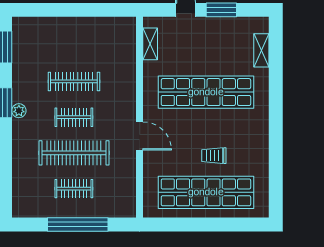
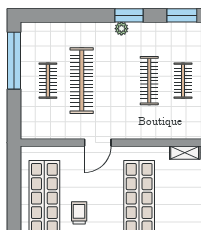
clothes rail: (74, 117) -> (183, 81), moved
window: (78, 224) -> (14, 61), moved

